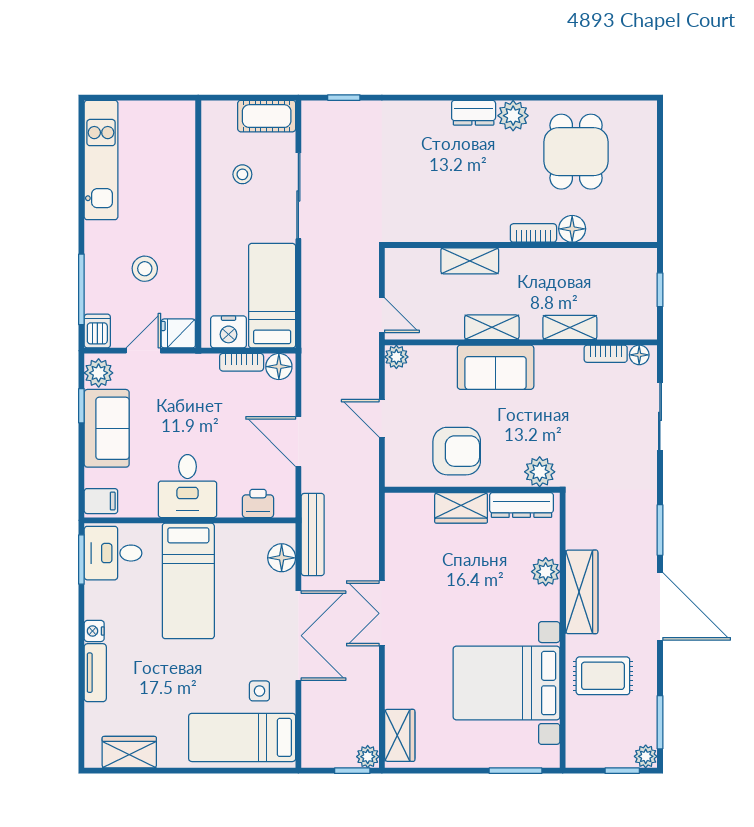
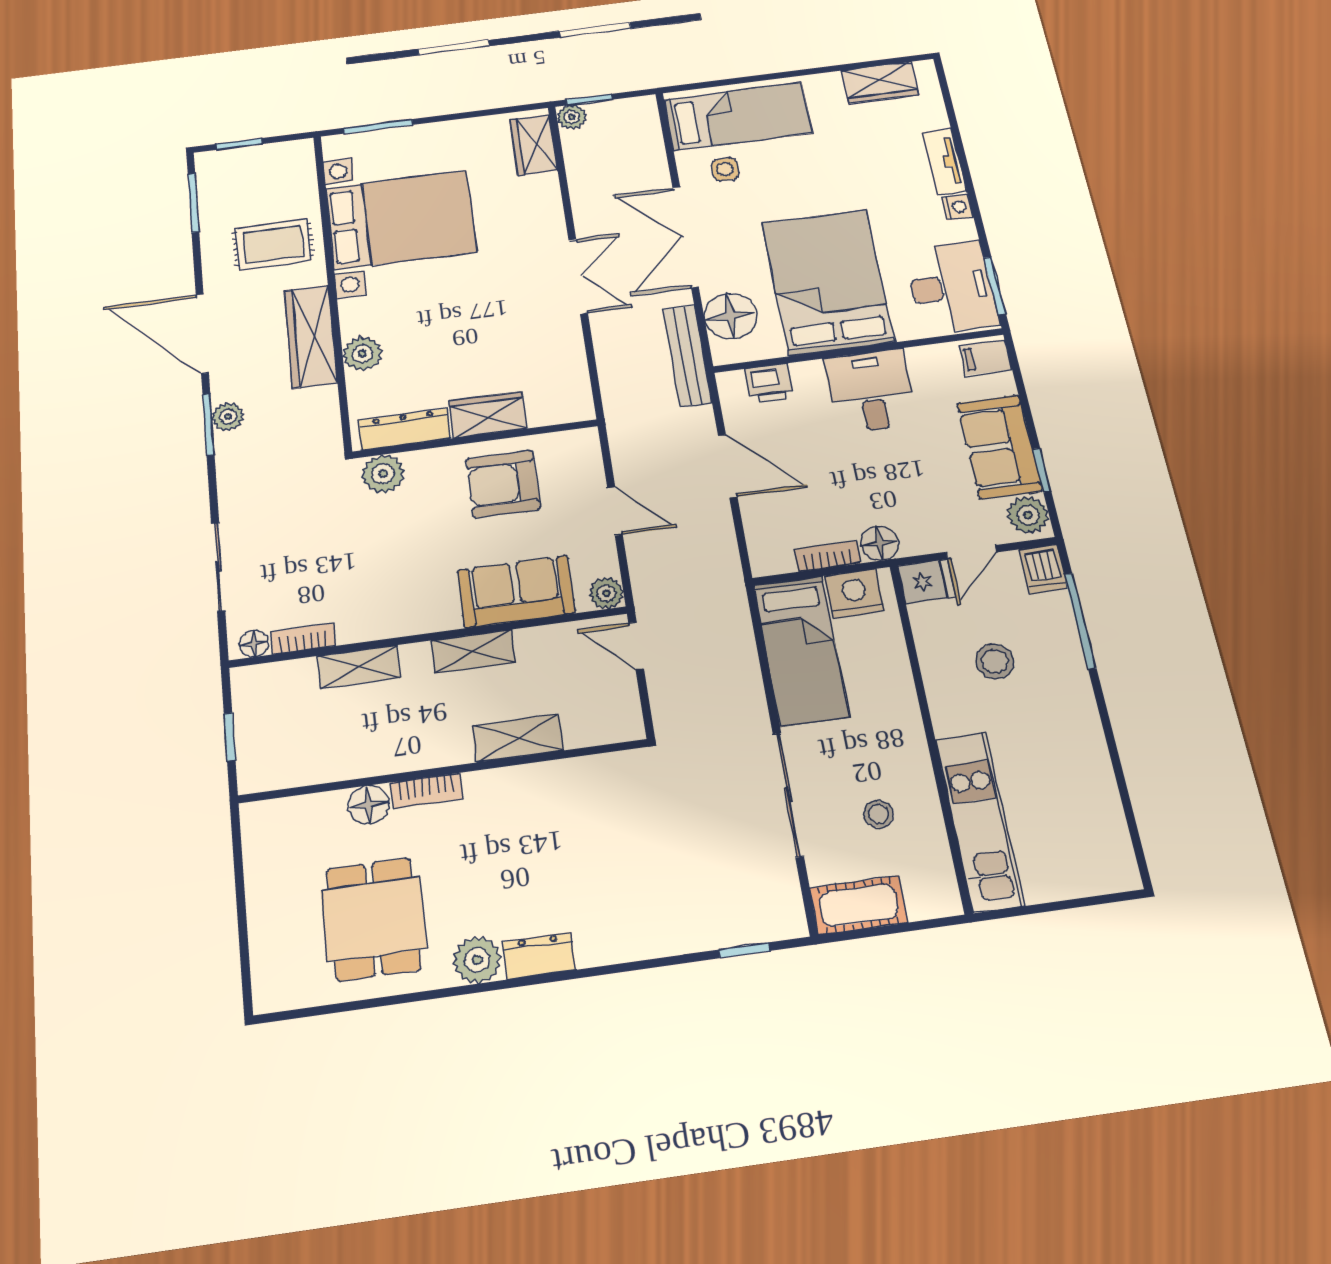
kitchen unit: (101, 160) -> (979, 821), moved, turned 180
floor lamp: (279, 367) -> (880, 543), moved
sofa: (496, 367) -> (516, 592), moved
desk: (113, 553) -> (951, 287), width x1.37
floor lamp: (282, 558) -> (731, 316), width x1.38, depth x1.38
bed: (188, 581) -> (828, 282), width x1.50
plant: (646, 756) -> (228, 417), moved

